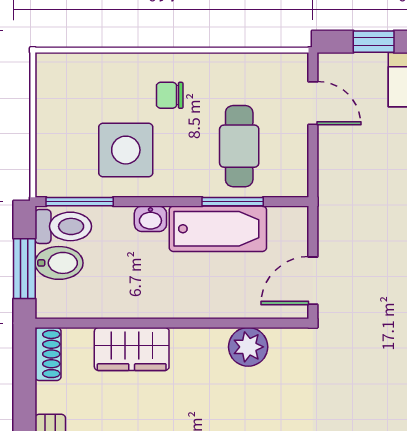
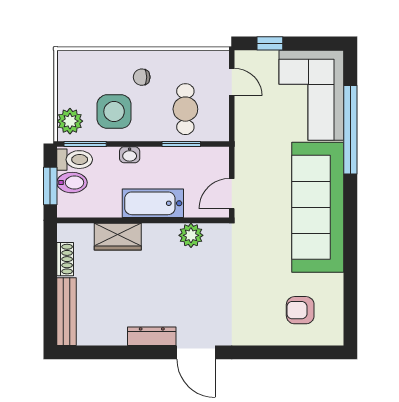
plant: (56, 165) -> (70, 121), added
bathtub: (218, 229) -> (153, 203), moved, turned 180
shoe rack: (48, 354) -> (65, 259), moved

